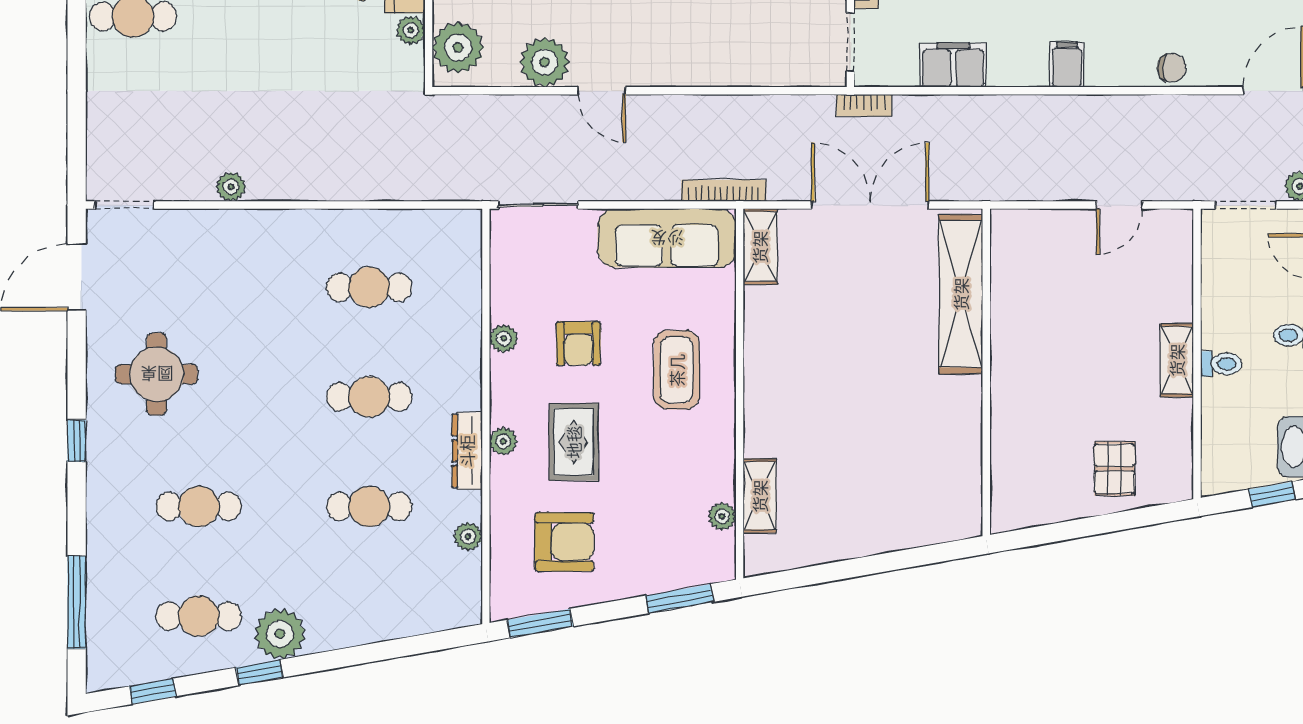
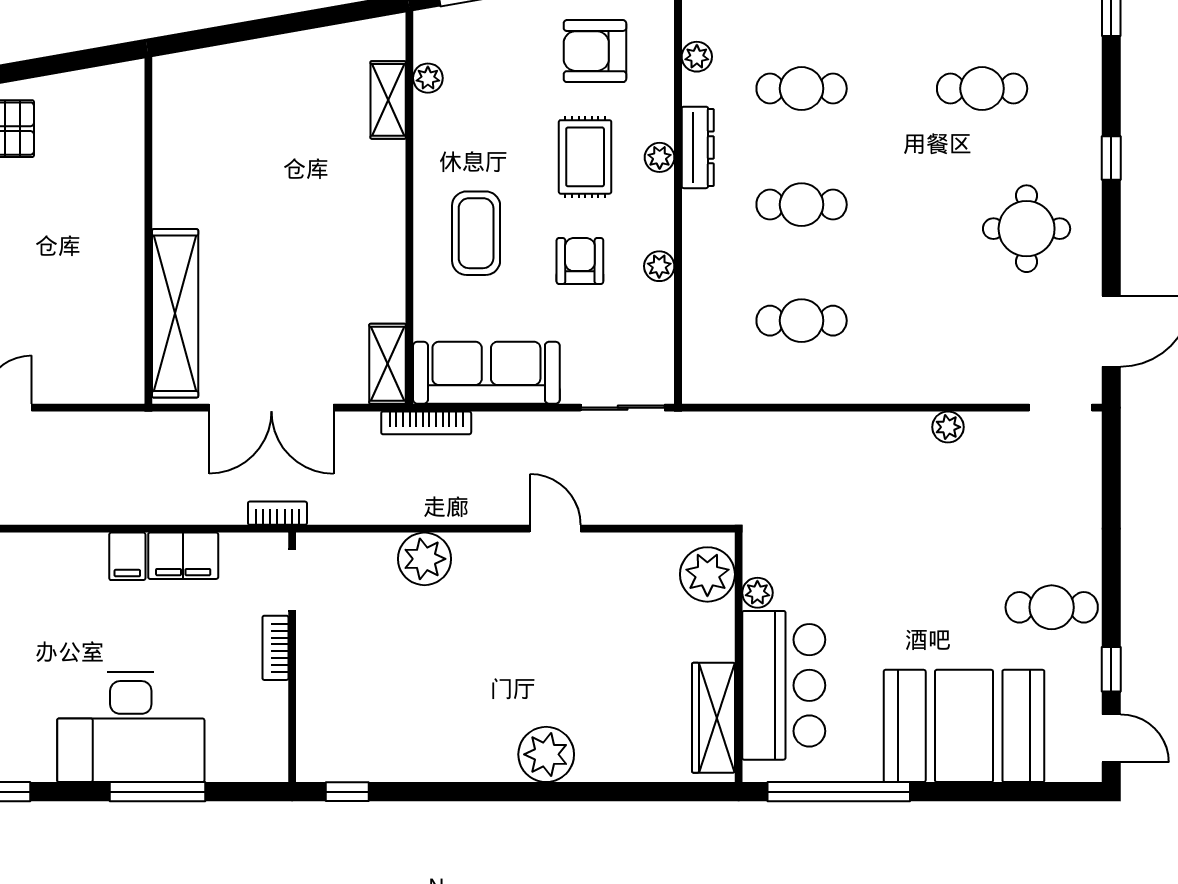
plant: (545, 62) -> (424, 559), moved
filing cabinet: (1067, 65) -> (127, 556), moved

